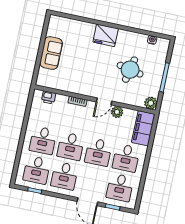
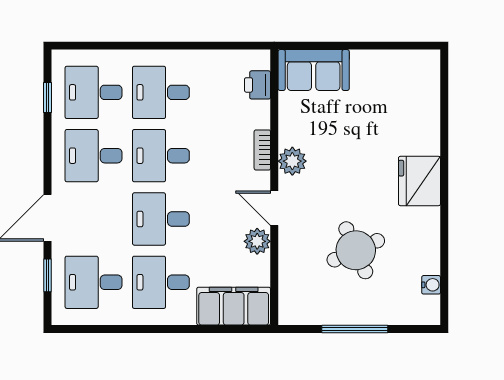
sofa: (51, 53) -> (314, 70), moved
round table: (130, 70) -> (356, 250), turned -36
plant: (151, 103) -> (292, 161), moved

